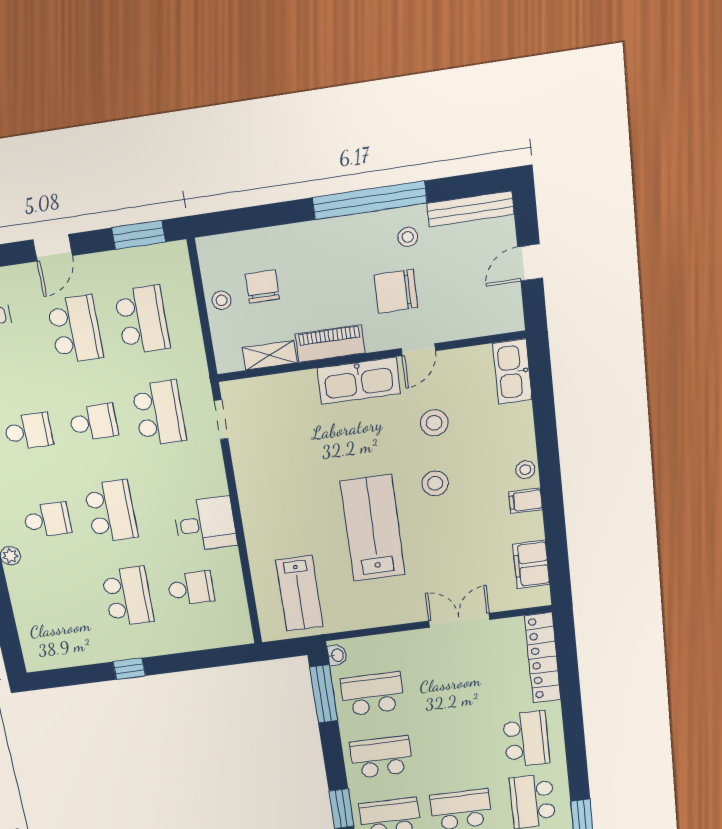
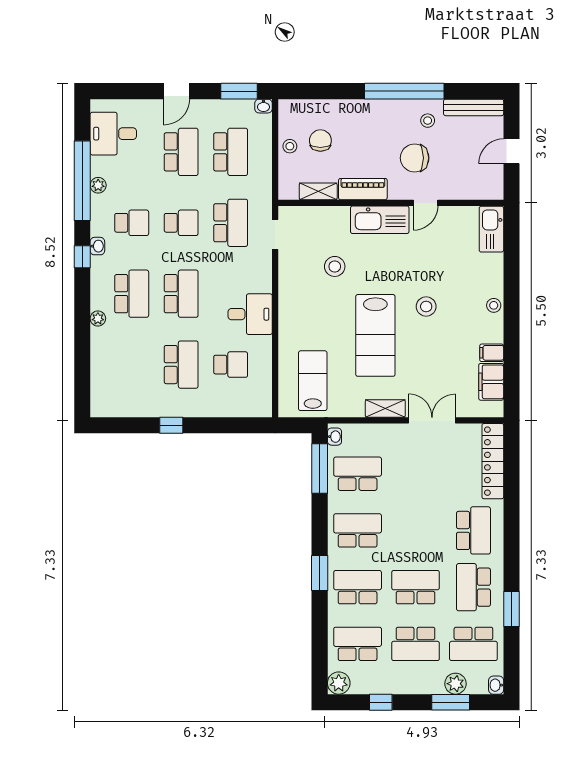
washbasin: (176, 251) -> (263, 106), added
stool: (434, 423) -> (335, 266), moved
filing cabinet: (526, 501) -> (492, 353), moved
school desk: (47, 520) -> (132, 294), width x1.85
lab bench: (373, 528) -> (375, 335), turned 180
lab bench: (299, 594) -> (313, 381), turned 180
shelving: (397, 614) -> (385, 408), added

